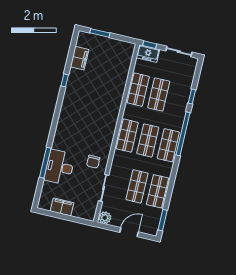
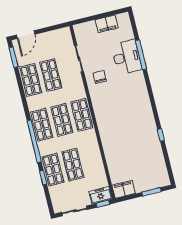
filing cabinet: (80, 58) -> (124, 189), moved, turned 90
shop shelf: (138, 90) -> (53, 170), moved
plant: (105, 218) -> (65, 33), removed
door: (129, 232) -> (26, 35), moved

